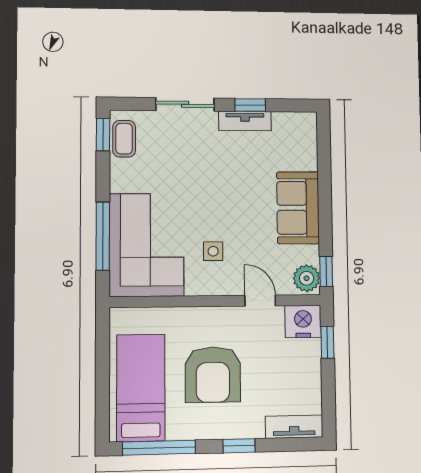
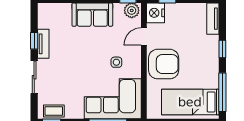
armchair: (213, 375) -> (164, 64), moved

